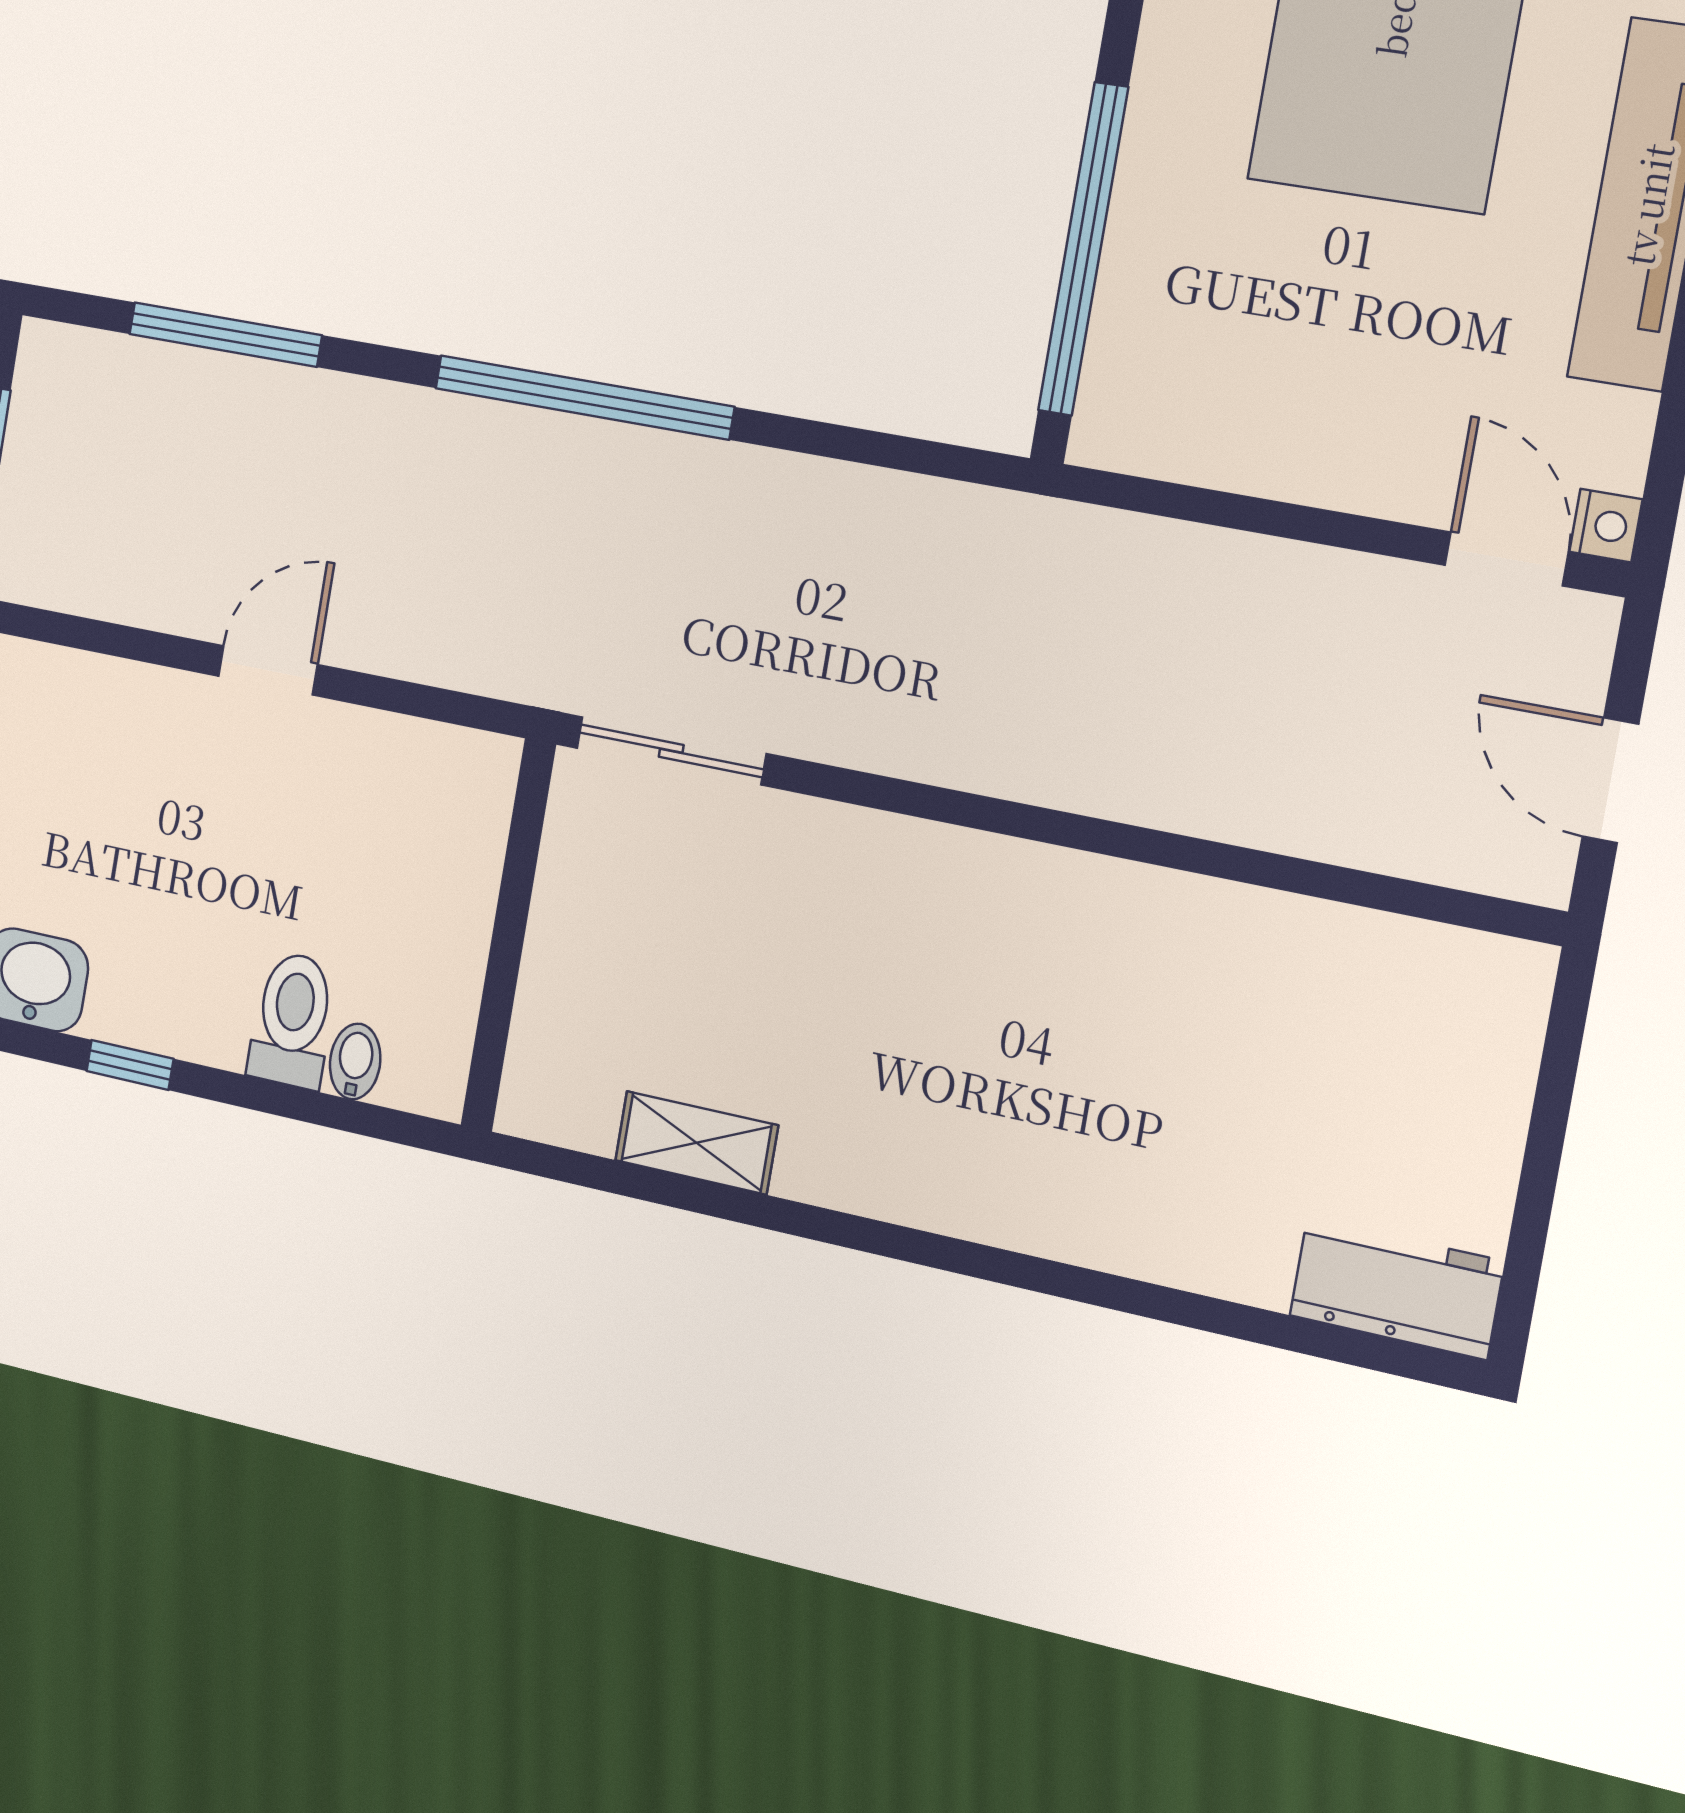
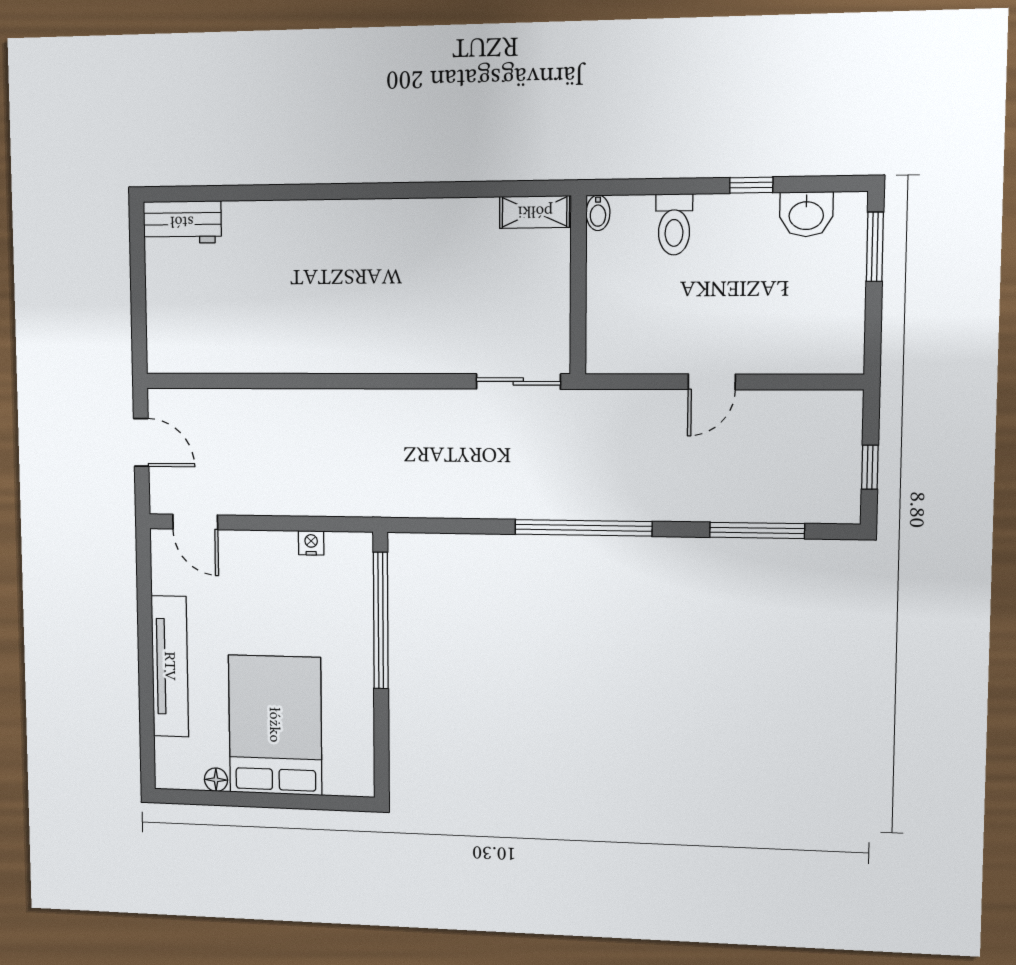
nightstand: (1606, 526) -> (311, 543), moved, turned 90
bidet: (355, 1061) -> (598, 213), moved
shelving: (696, 1143) -> (535, 212), moved

